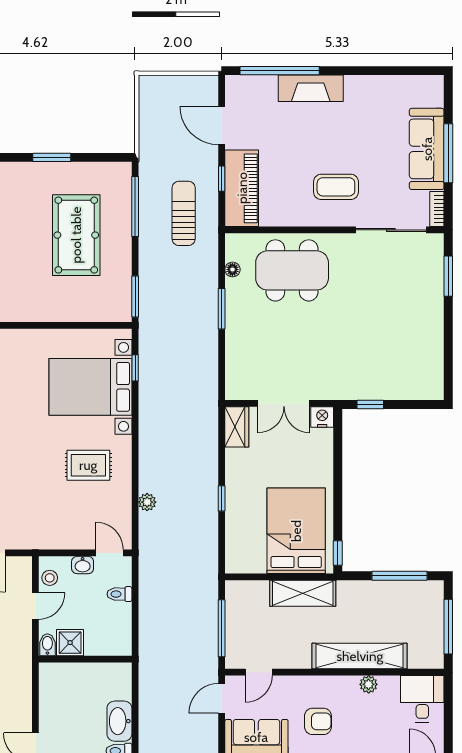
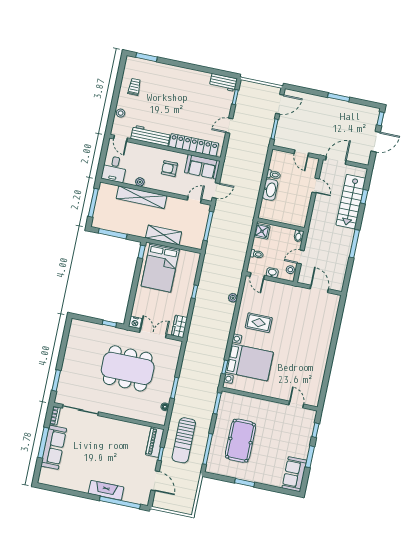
coffee table: (336, 187) -> (104, 438), removed
piano: (242, 188) -> (155, 442), width x0.73, depth x0.75
sun lounger: (184, 213) -> (184, 440), width x1.36, depth x1.34
dining table: (292, 270) -> (128, 368), moved, width x1.36, depth x1.24
shower: (70, 643) -> (262, 231), moved

